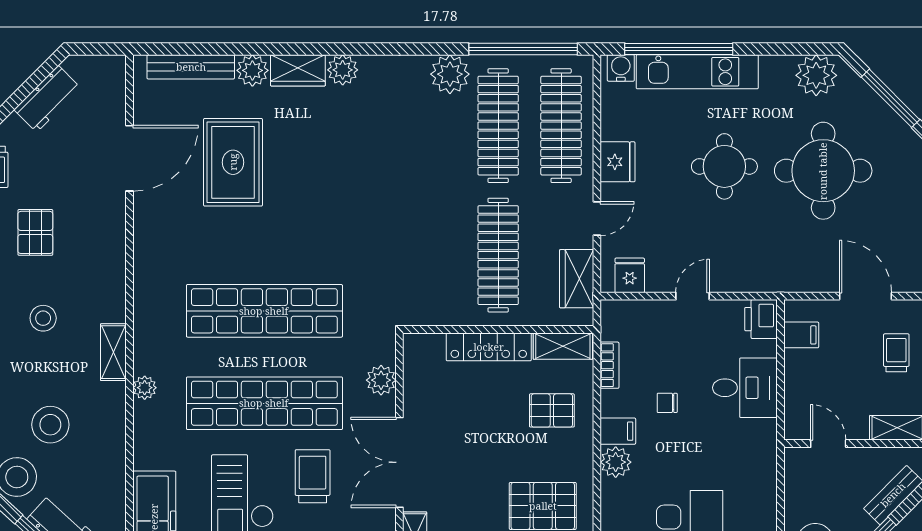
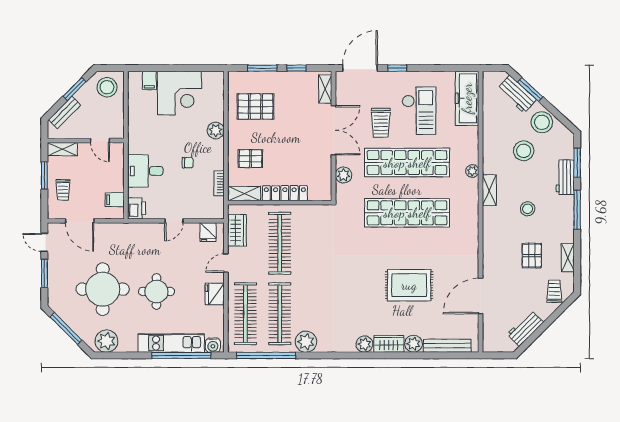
rug: (233, 162) -> (409, 285), moved, turned 90
filing cabinet: (618, 431) -> (215, 147), removed

